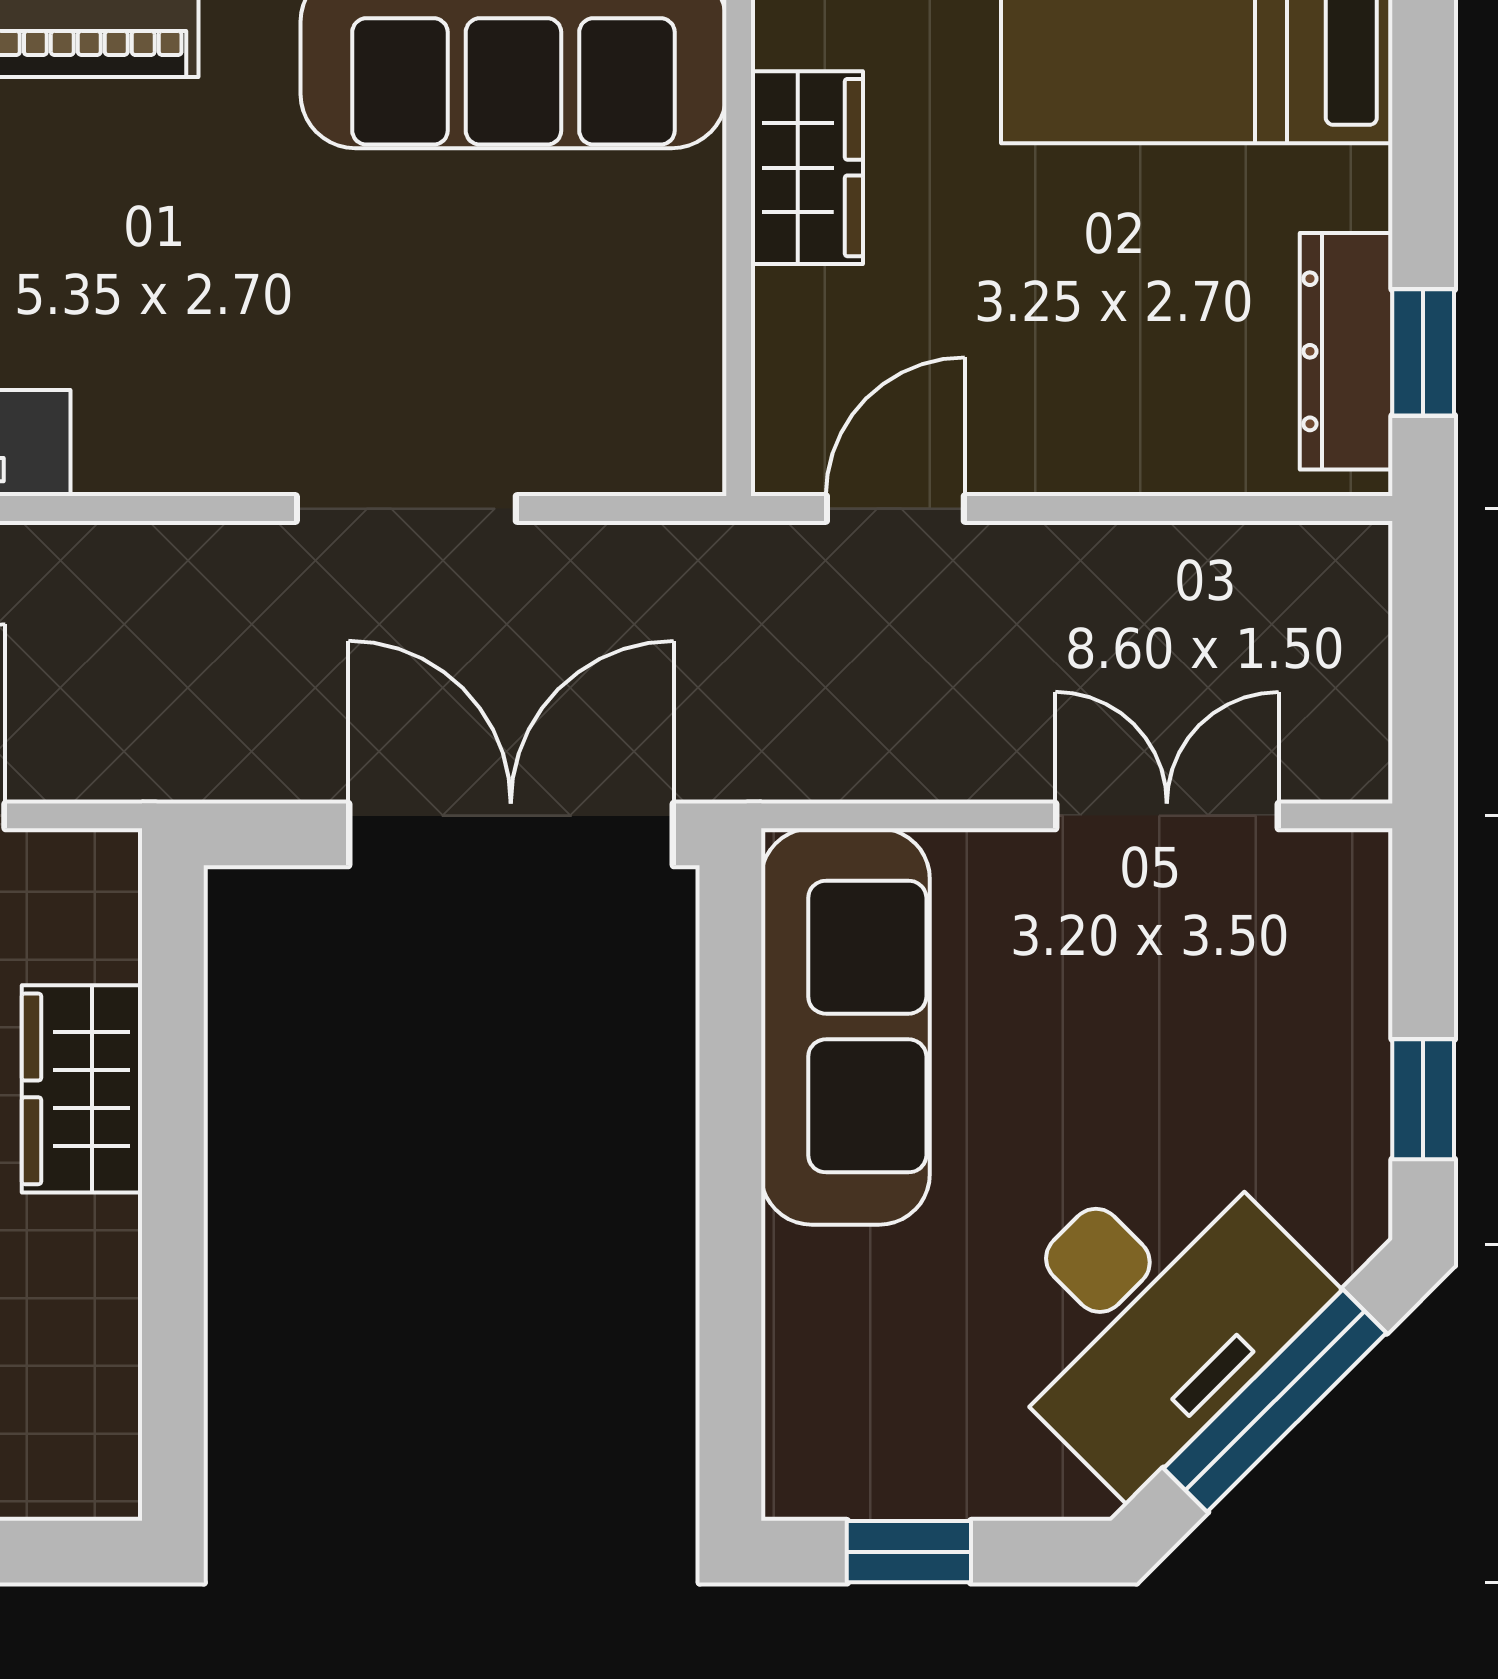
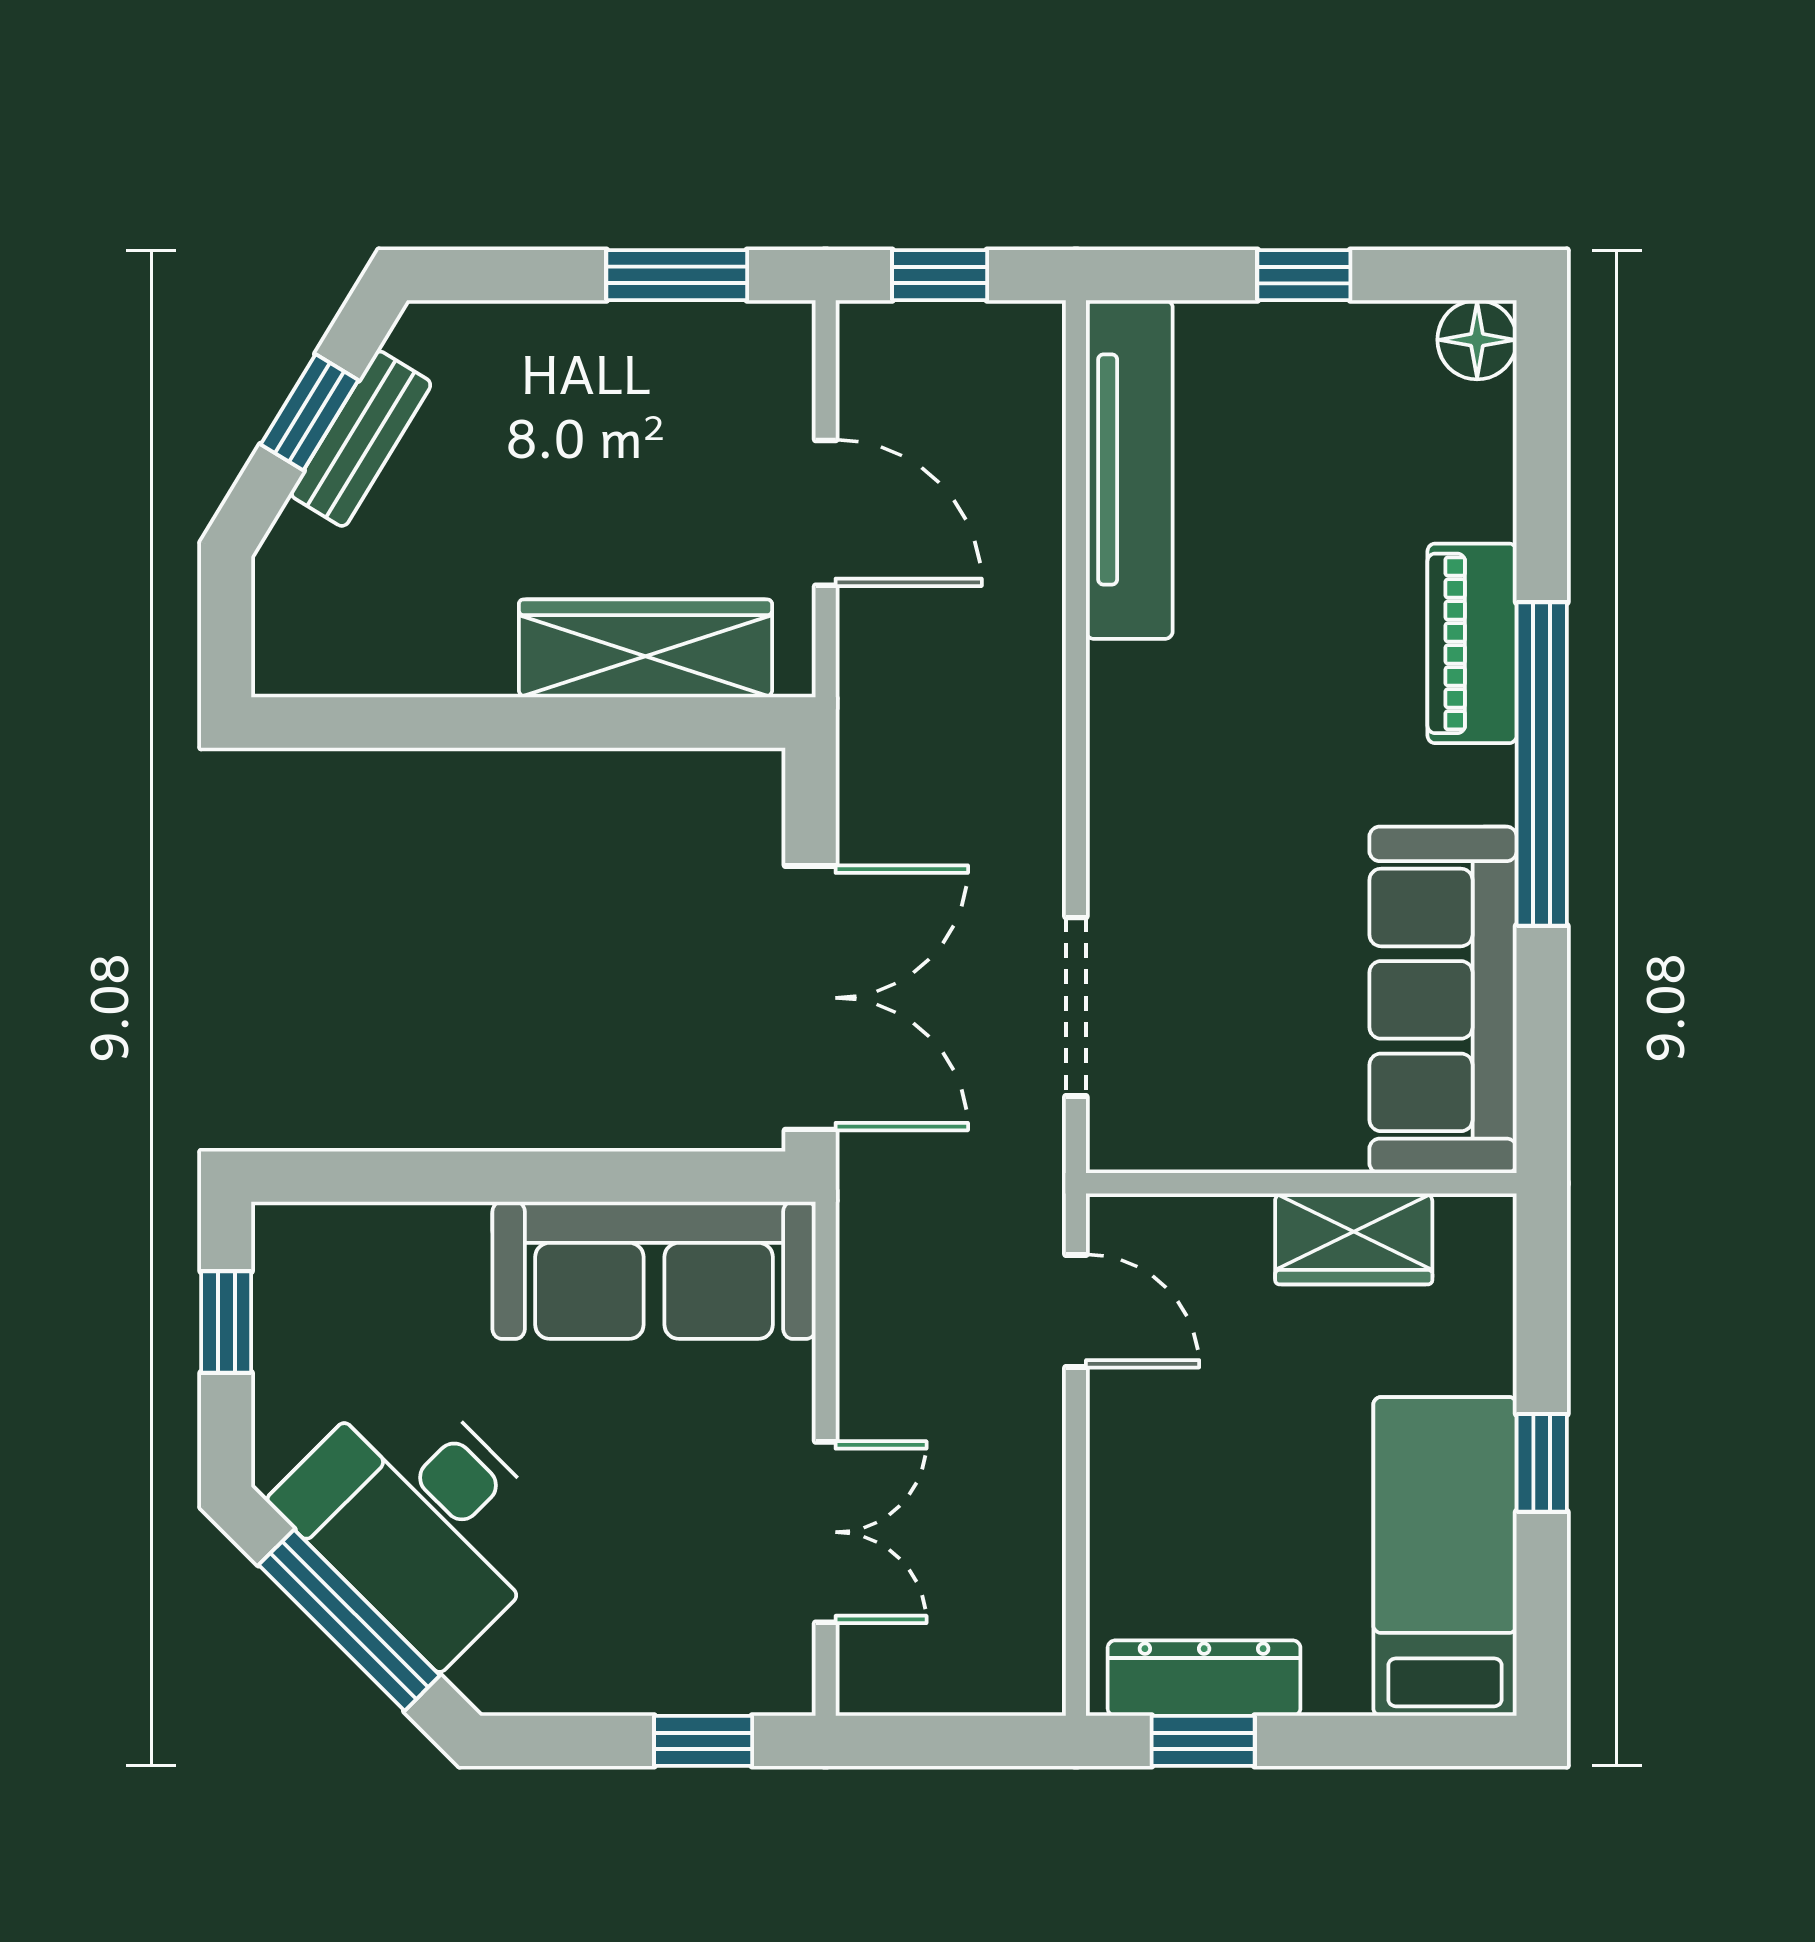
doorway: (406, 509) -> (1076, 1007), moved
wardrobe: (82, 1089) -> (645, 648), width x1.50
window: (1423, 1099) -> (703, 1741), moved

